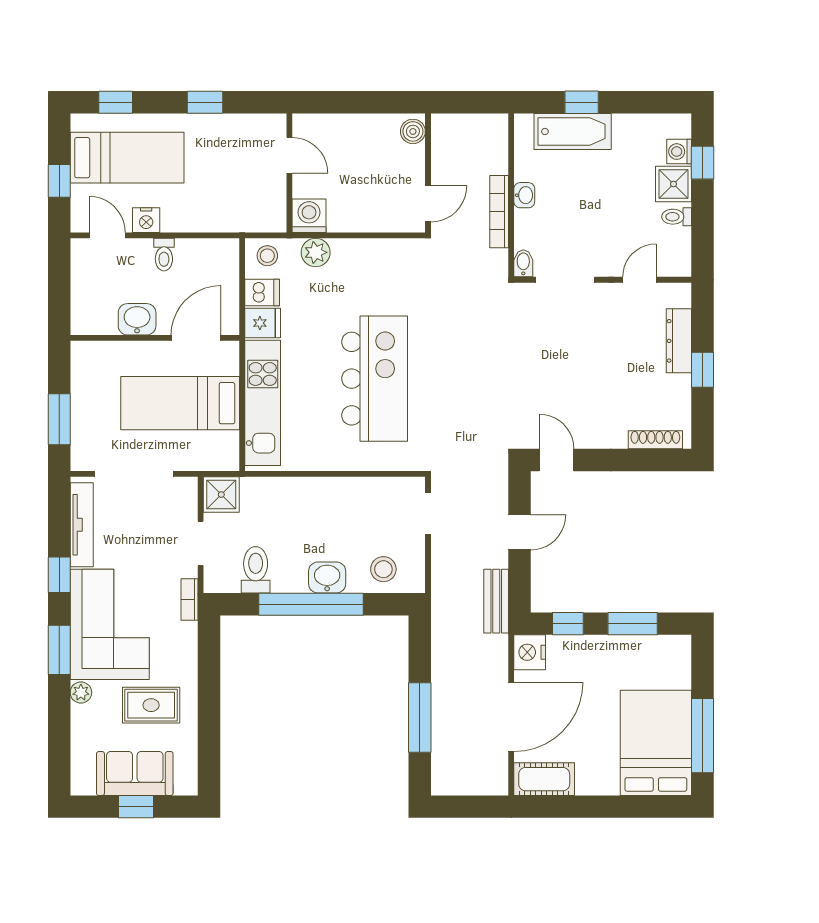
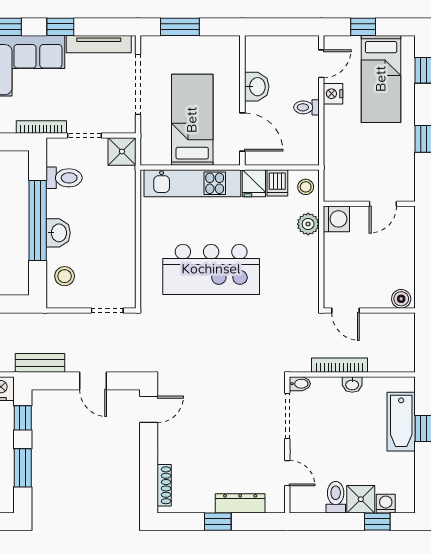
toilet: (677, 217) -> (336, 497), width x1.37, depth x1.39
bookcase: (190, 599) -> (41, 127), width x1.56

